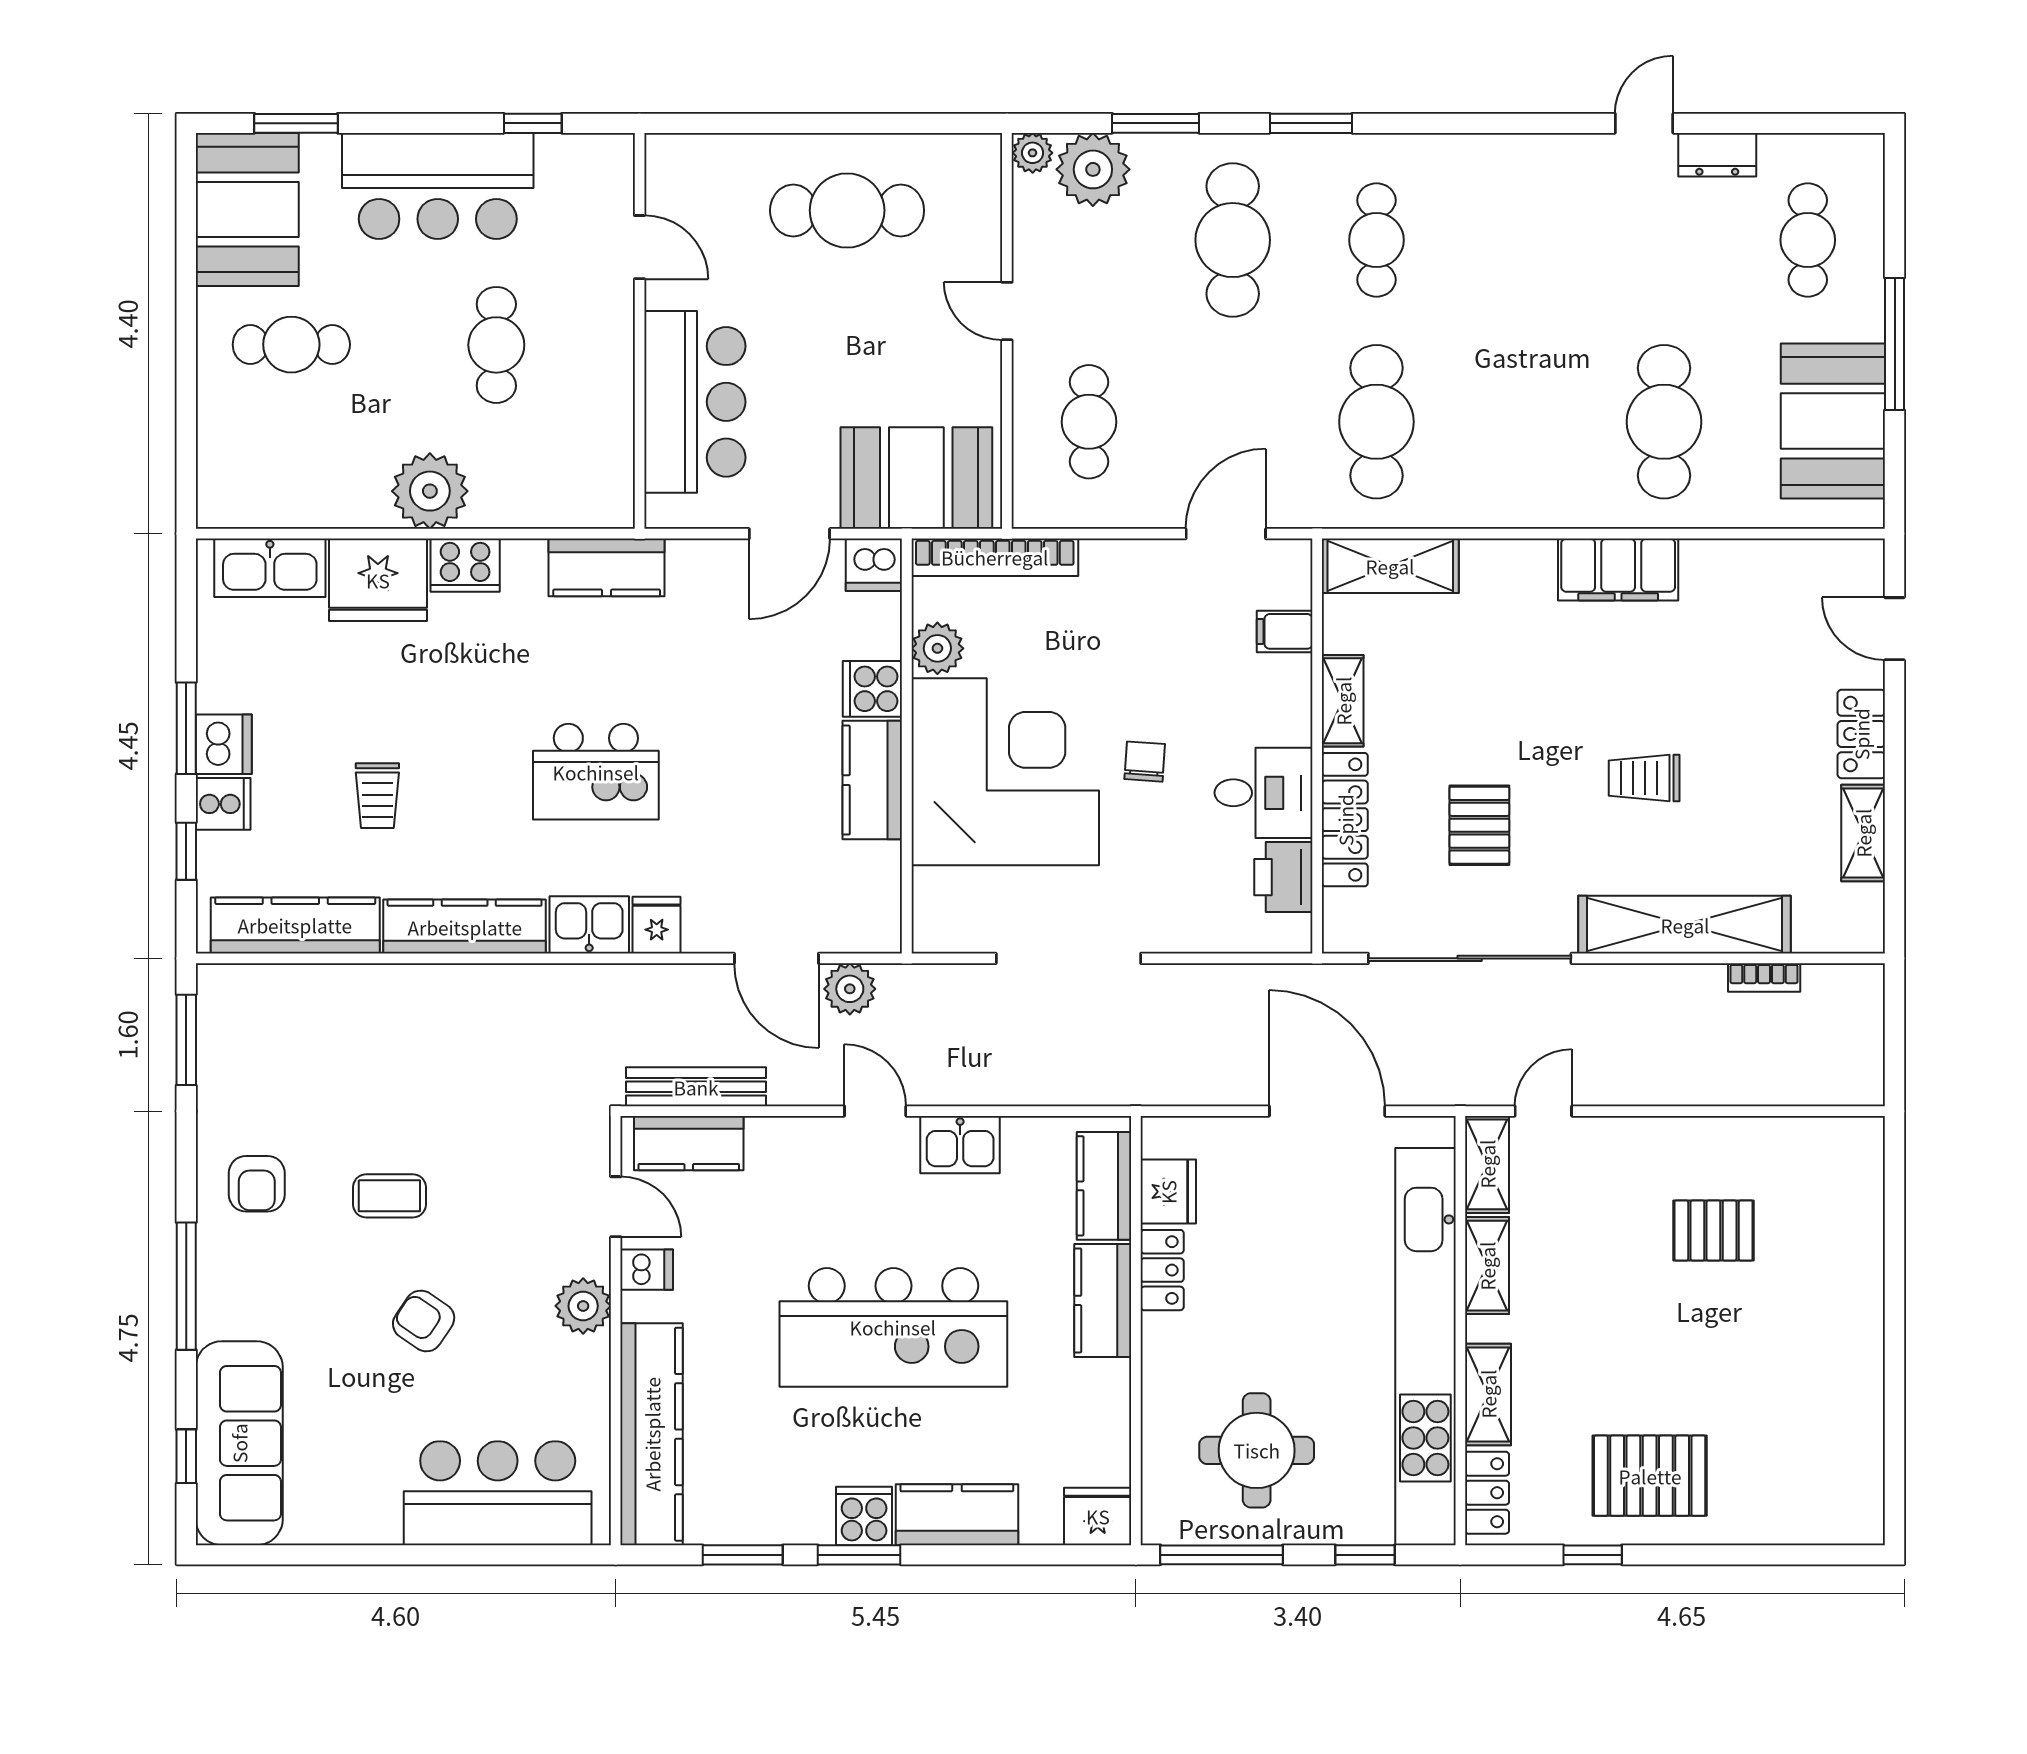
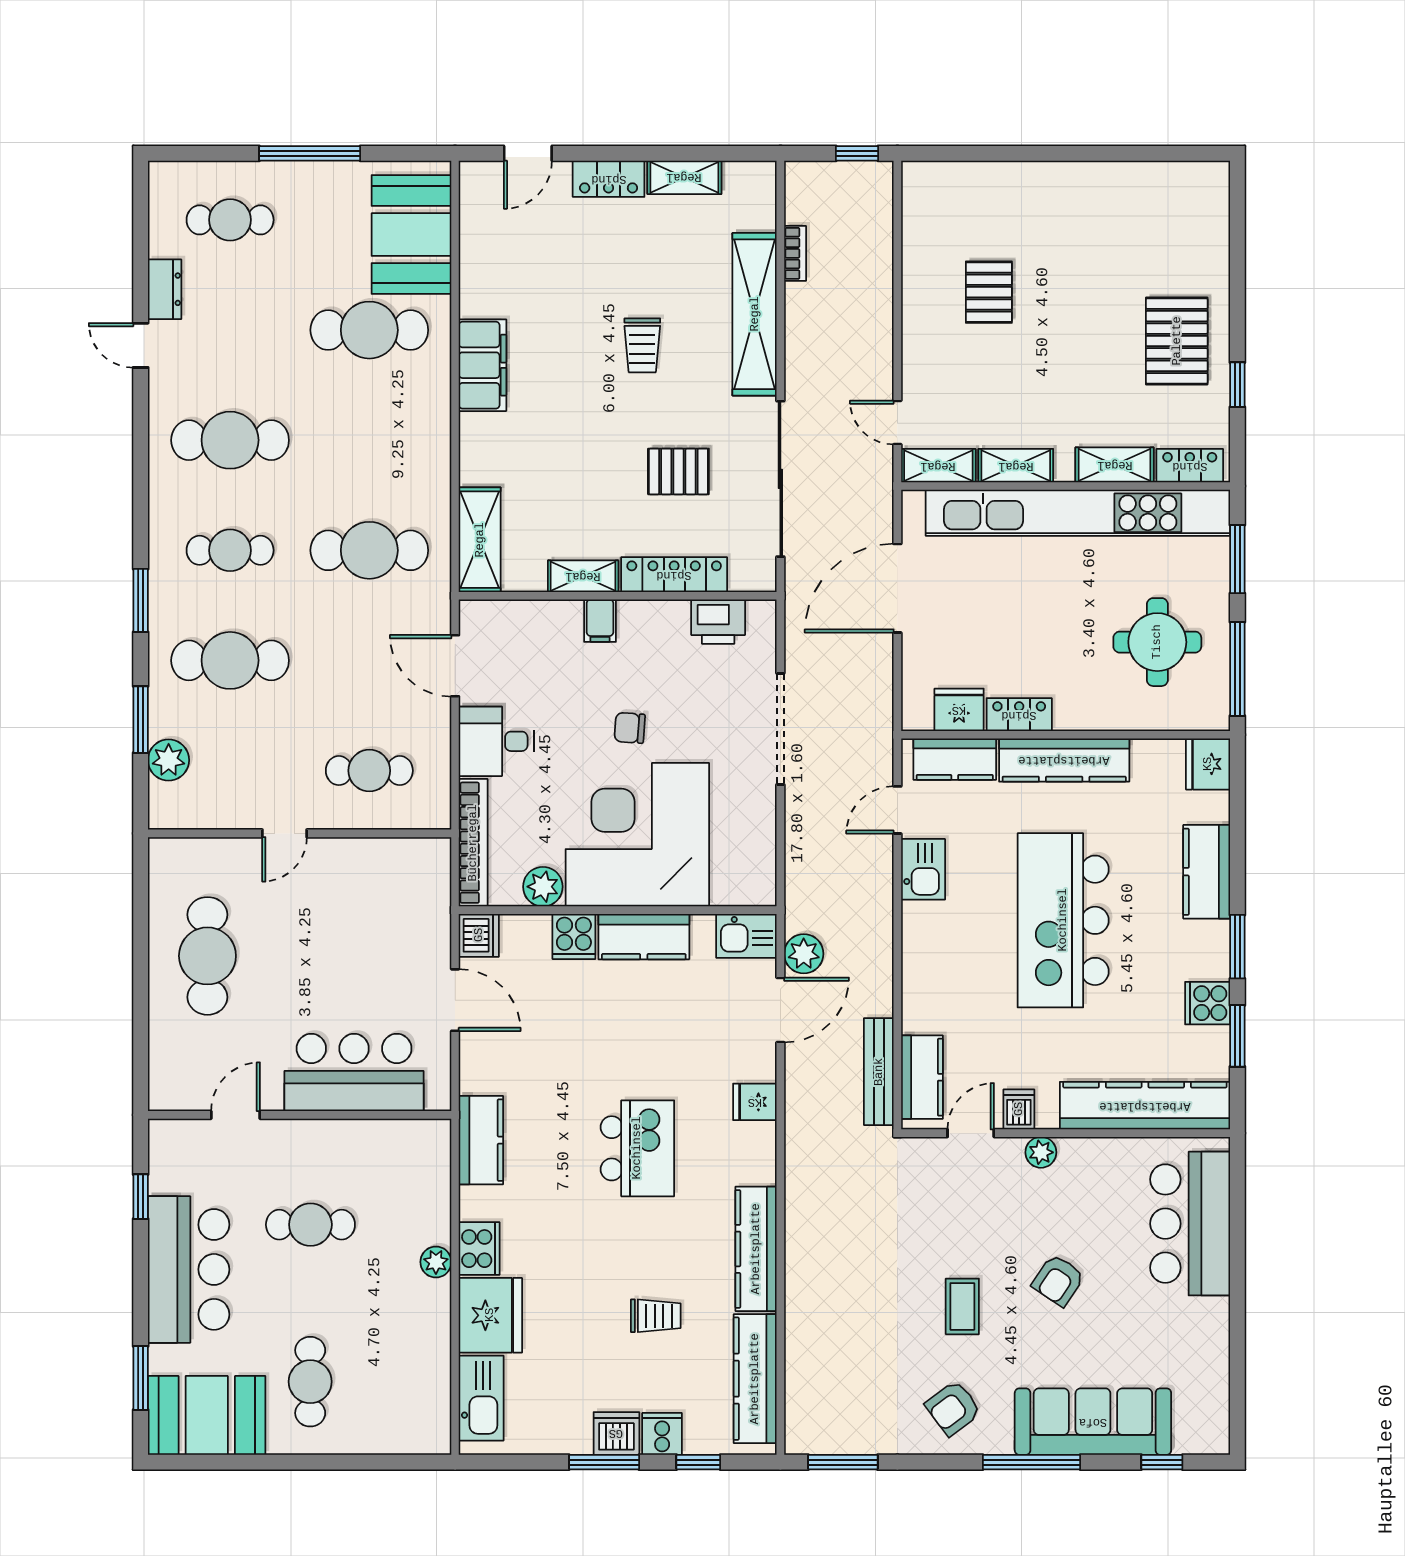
plant: (1033, 153) -> (163, 814), removed
plant: (1093, 169) -> (169, 760), width x0.73, depth x0.73
cafe table: (1520, 240) -> (230, 440), added
booth: (1833, 421) -> (411, 235), moved, turned 90
booth: (916, 478) -> (412, 903), removed
plant: (430, 491) -> (436, 1262), width x0.53, depth x0.53
filing cabinet: (1285, 631) -> (600, 621), moved
desk: (1264, 793) -> (496, 741), moved, turned -90
kitchen sink: (589, 925) -> (746, 936), moved, turned -90
doorway: (1068, 958) -> (780, 729), moved
window: (1895, 1058) -> (857, 153), added
door: (875, 1111) -> (897, 810), moved
armchair: (257, 1184) -> (953, 1408), turned 143
kitchen counter: (1103, 1300) -> (1064, 760), width x1.50
plant: (583, 1306) -> (1041, 1152), width x0.73, depth x0.73
kitchen island: (893, 1327) -> (1063, 920), turned 180
sofa: (239, 1443) -> (1093, 1422), moved
cooker: (864, 1516) -> (1208, 1003), moved
window: (1365, 1555) -> (1237, 559), width x1.50

